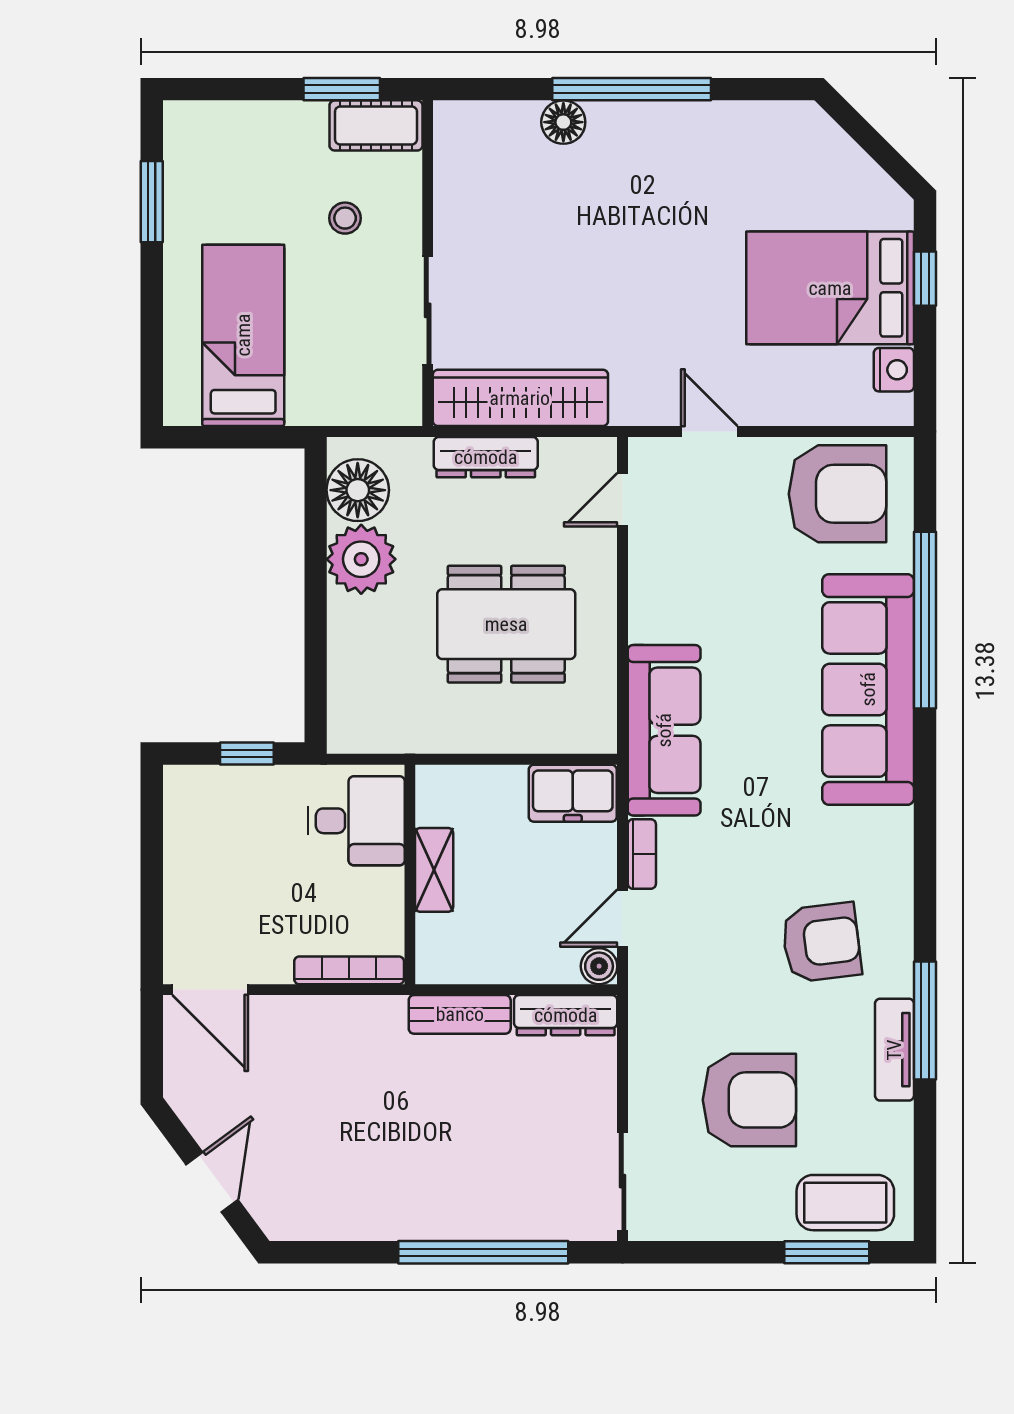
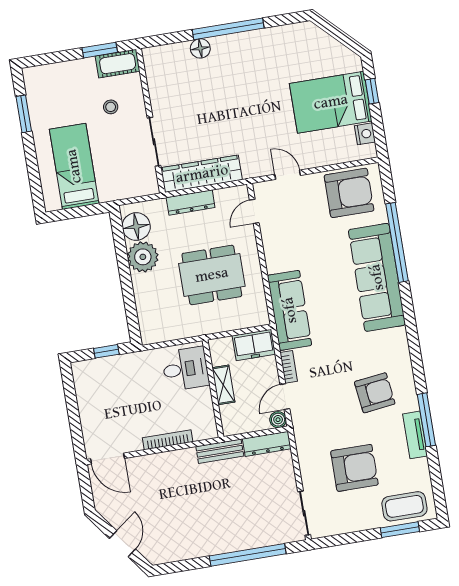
desk: (356, 821) -> (185, 369), moved
shelving: (434, 870) -> (223, 385), moved
wall: (410, 874) -> (213, 389), moved

